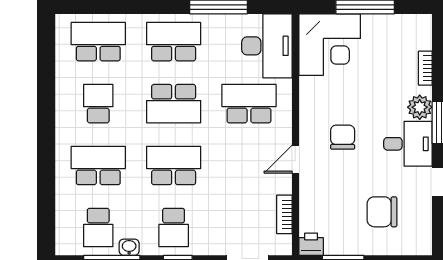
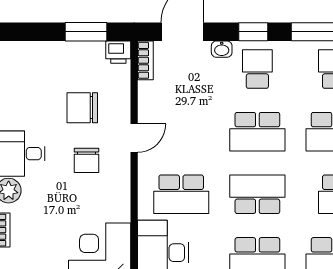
chair: (382, 212) -> (82, 108), moved, turned 180
bookcase: (284, 214) -> (145, 60), moved
washbasin: (129, 247) -> (222, 49), moved

